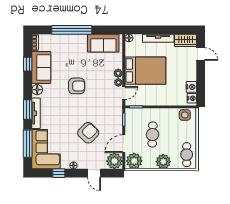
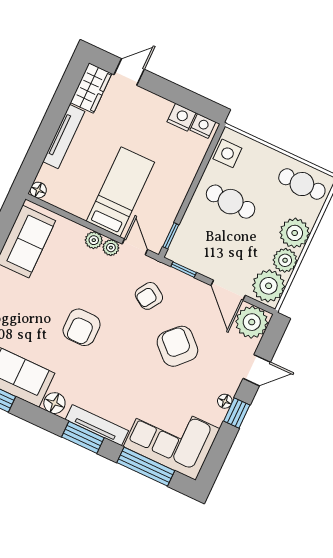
bed: (145, 71) -> (120, 192), width x0.67
armchair: (77, 86) -> (82, 327), turned 180
armchair: (105, 110) -> (149, 296), added
cafe table: (153, 134) -> (231, 202), moved
plant: (149, 163) -> (285, 260), added
window: (59, 173) -> (237, 413), moved

